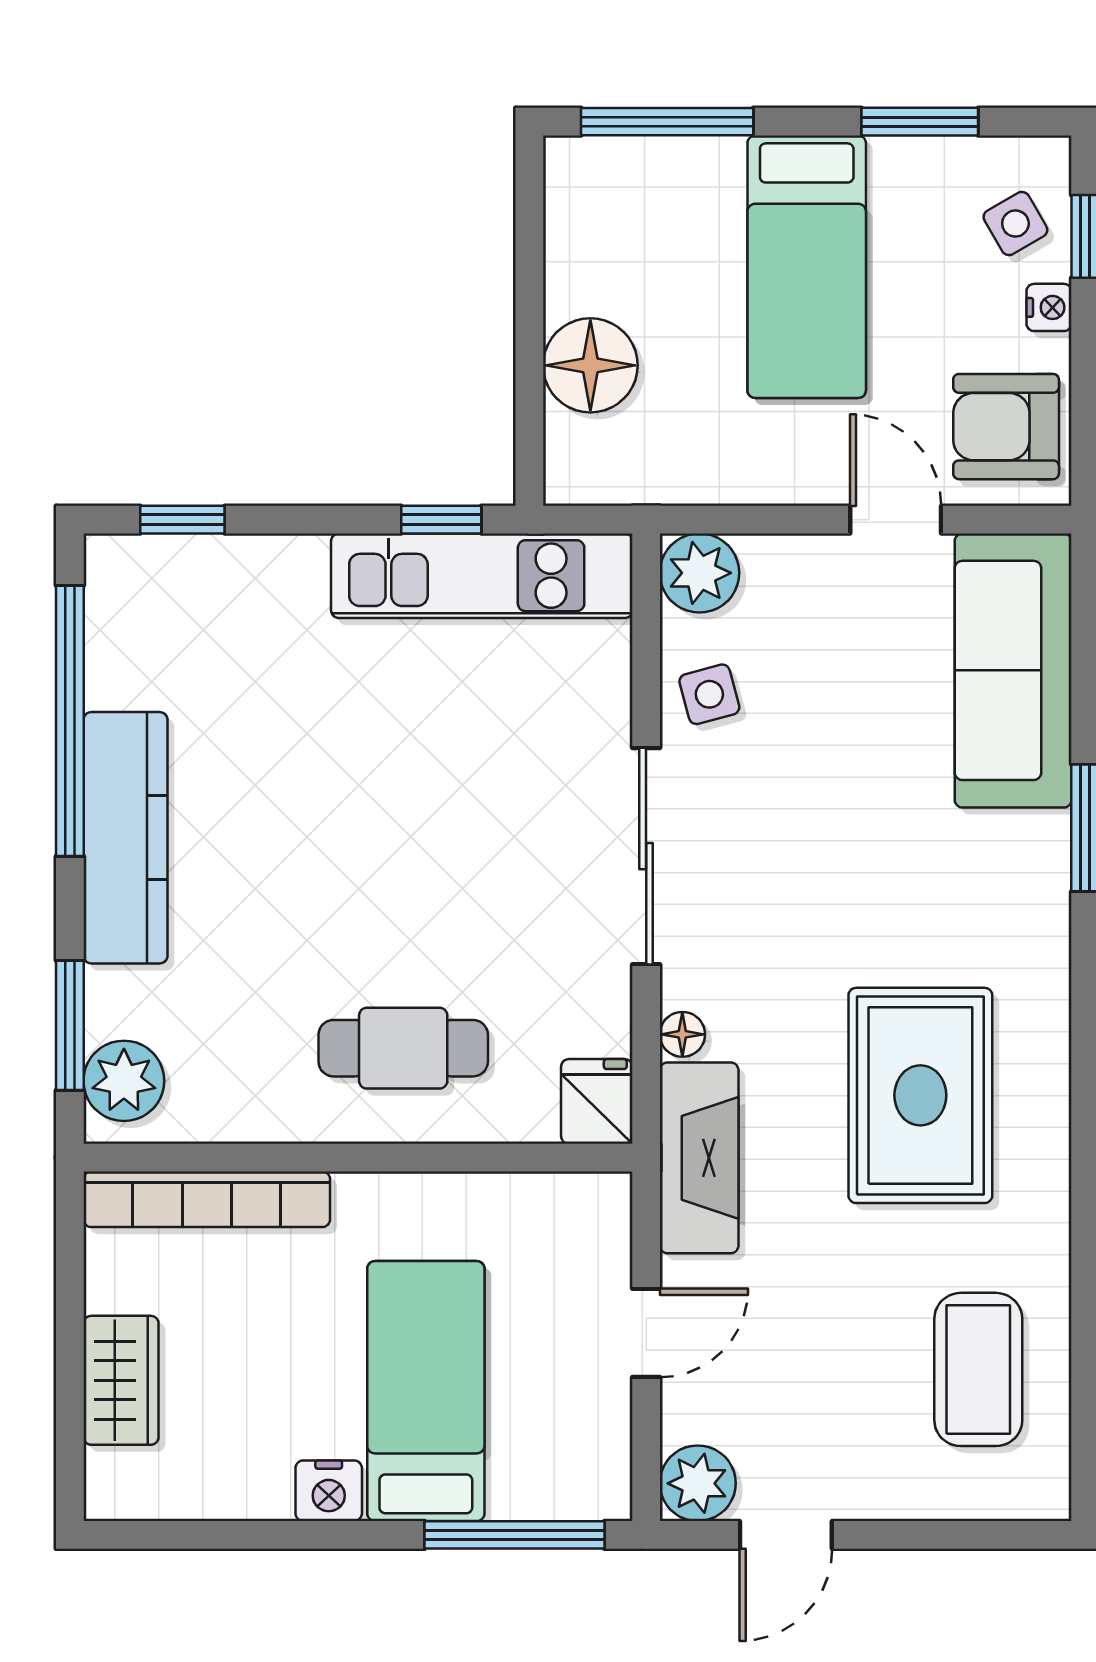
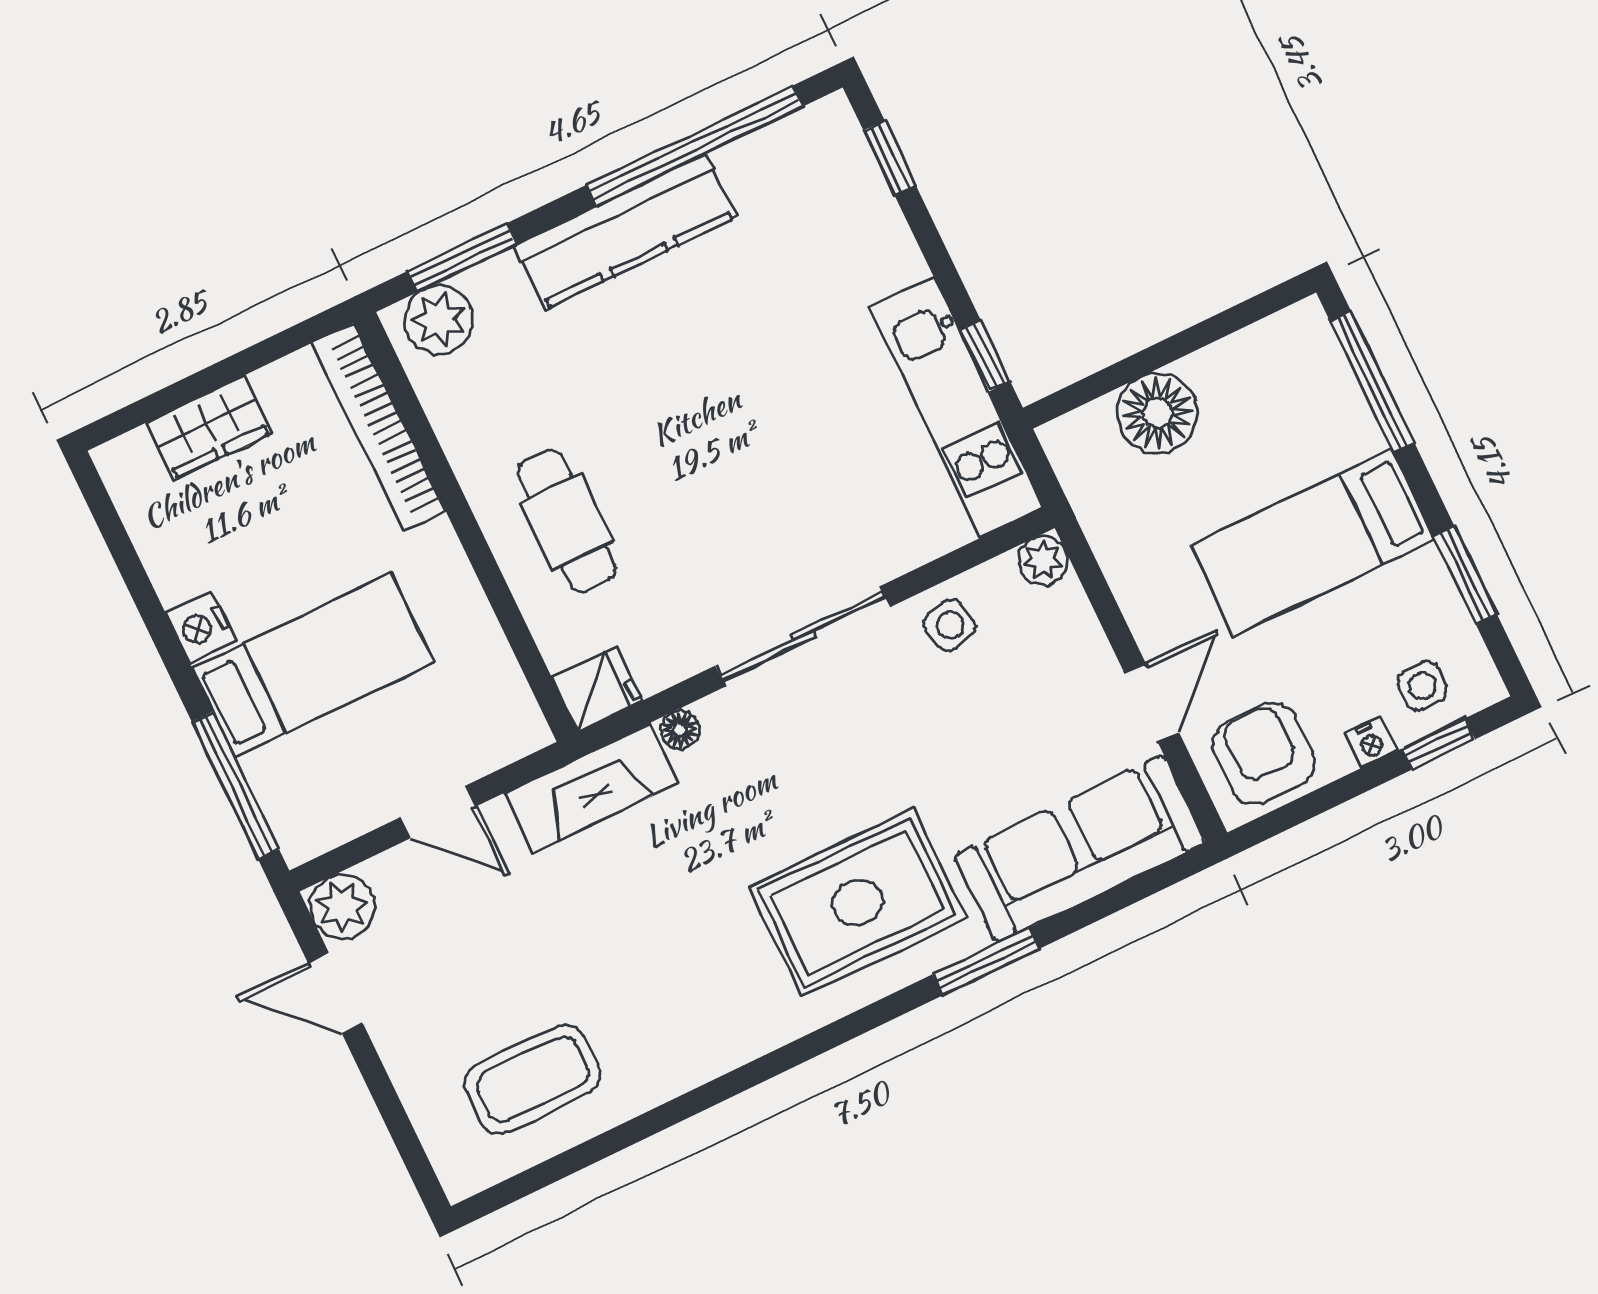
side table: (1015, 224) -> (1422, 686), turned 30
plant: (699, 573) -> (1043, 561), width x0.73, depth x0.73
rug: (920, 1095) -> (858, 902), moved

